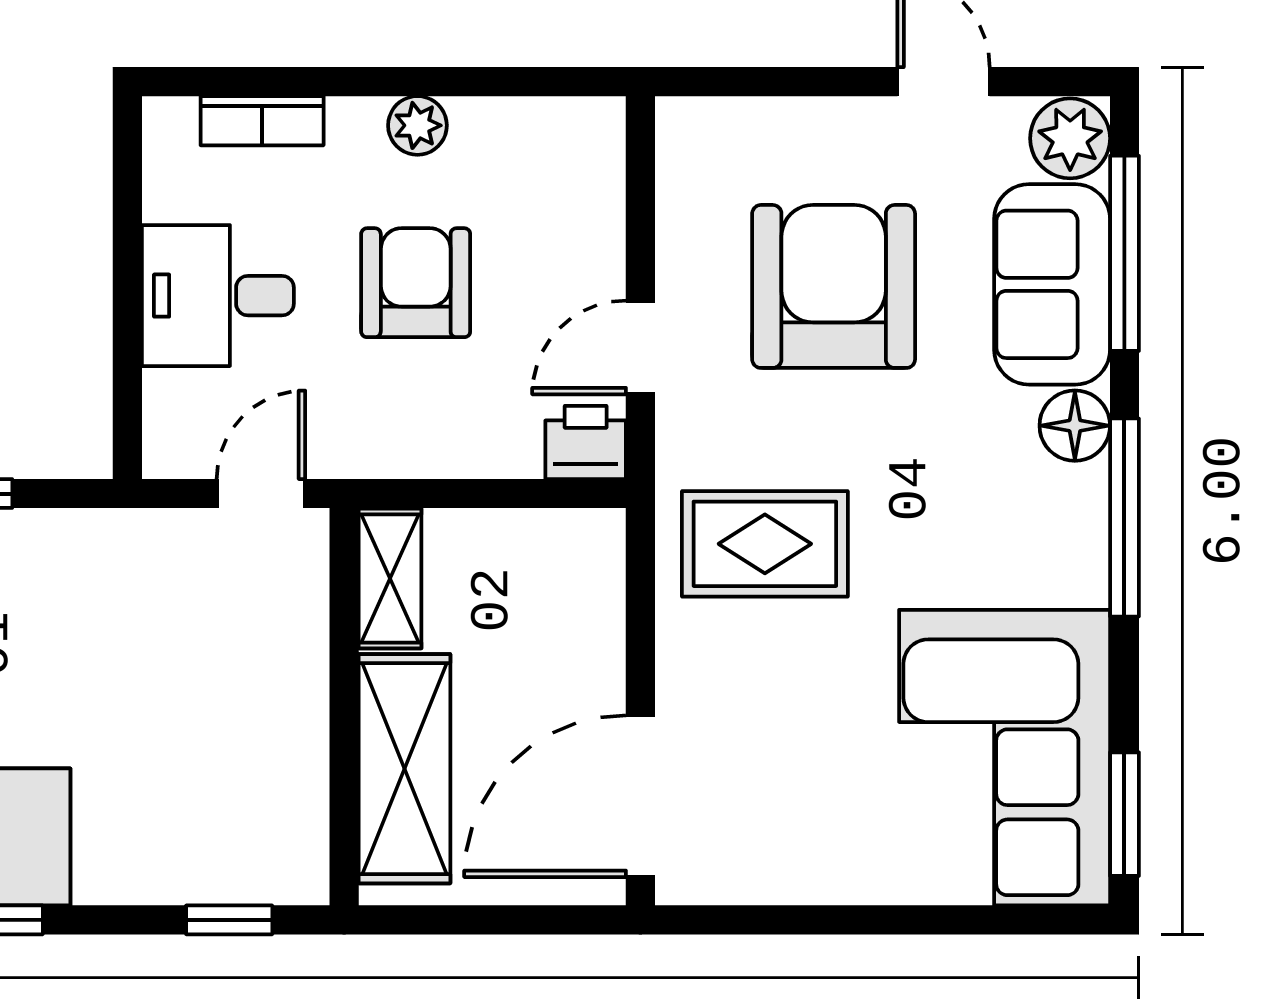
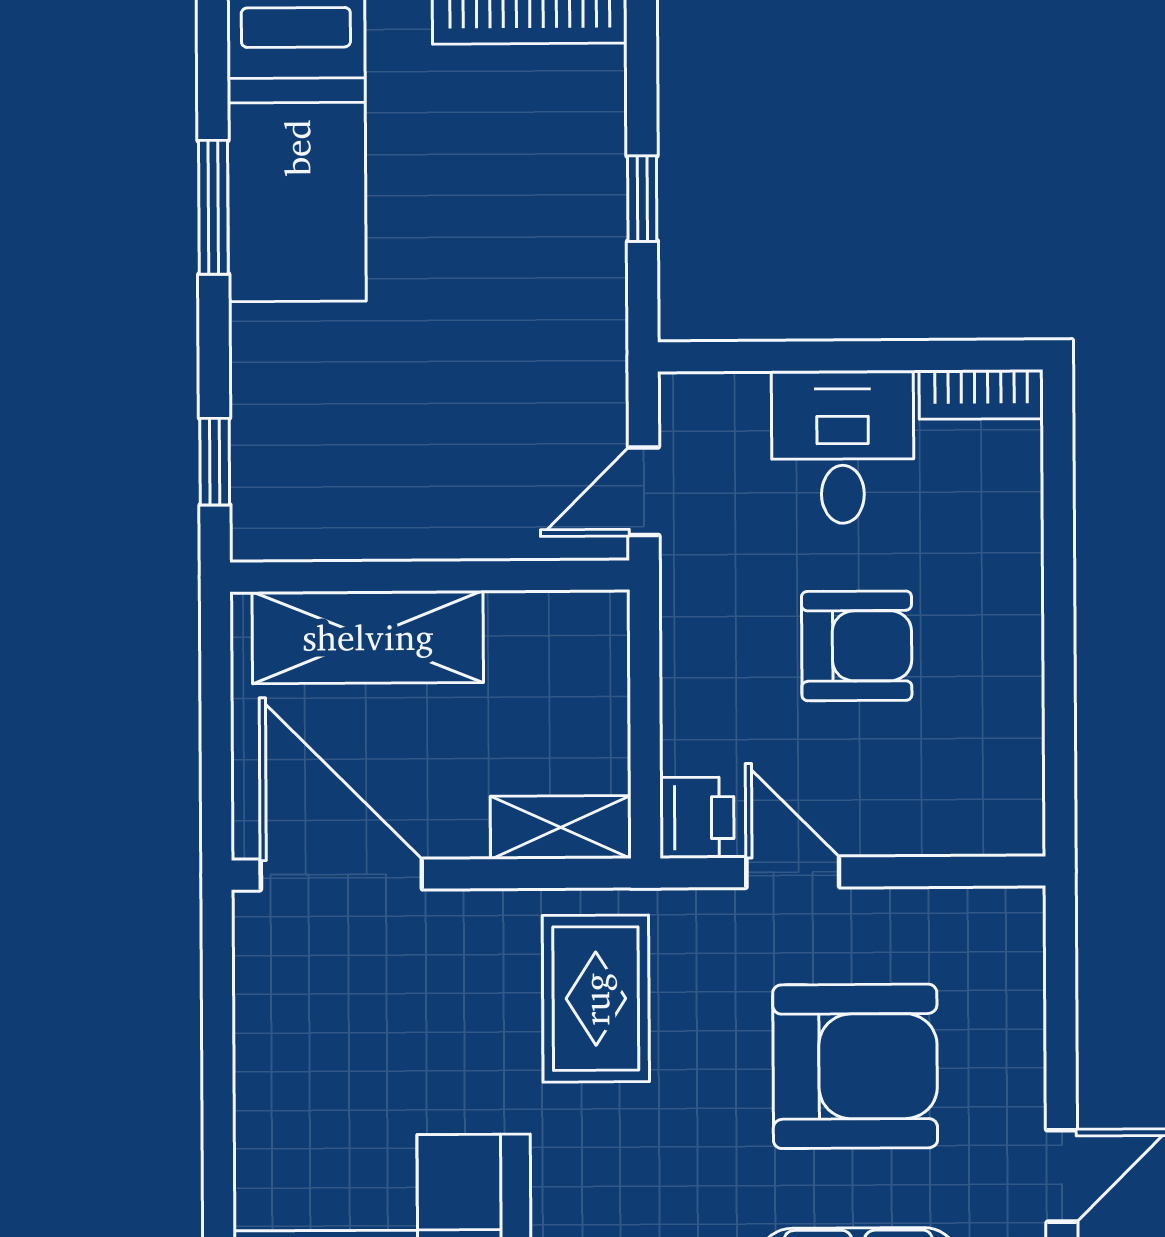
bookcase: (262, 121) -> (981, 394), moved, turned -90
plant: (417, 125) -> (1015, 647), removed
door: (261, 494) -> (644, 491), swing flipped
shelving: (390, 578) -> (561, 827), moved

